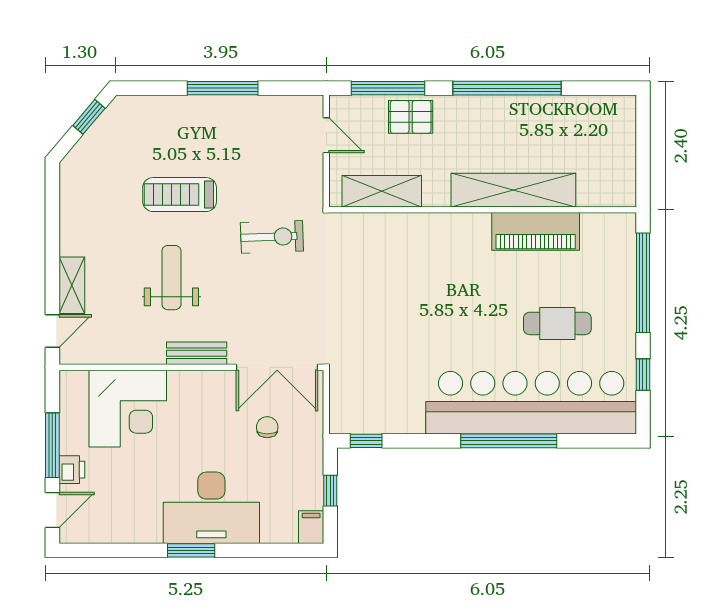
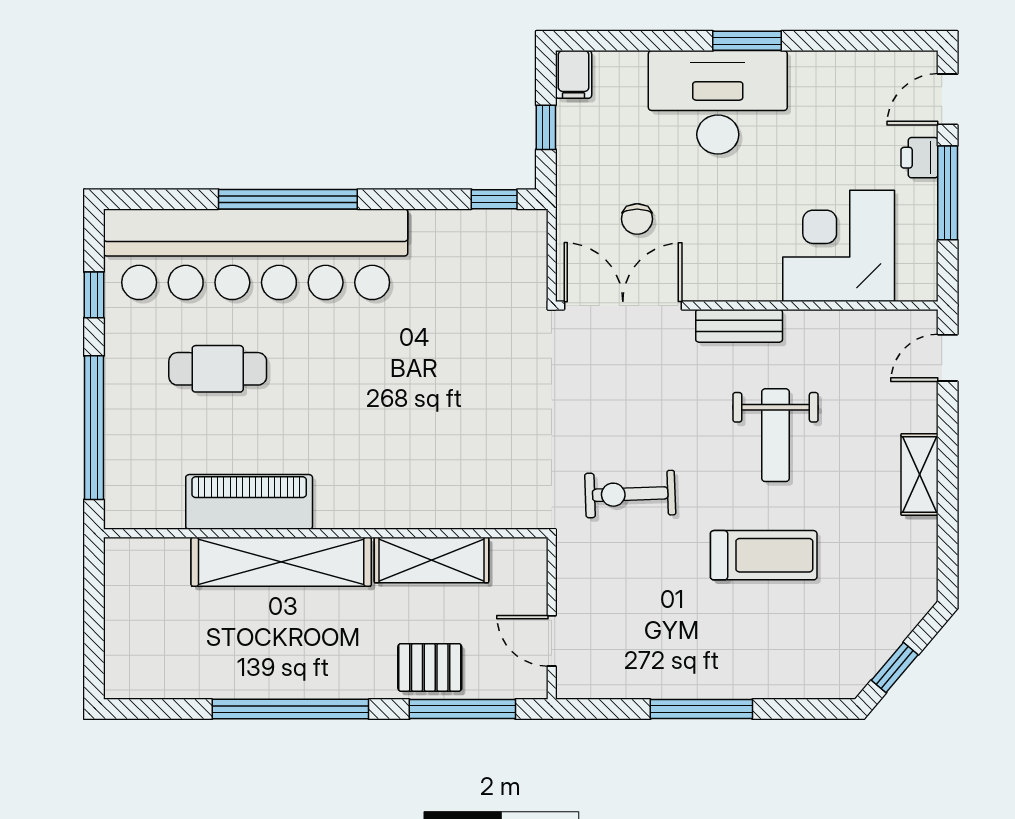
shelving: (382, 191) -> (431, 560), moved
shelving: (72, 285) -> (920, 474), moved

